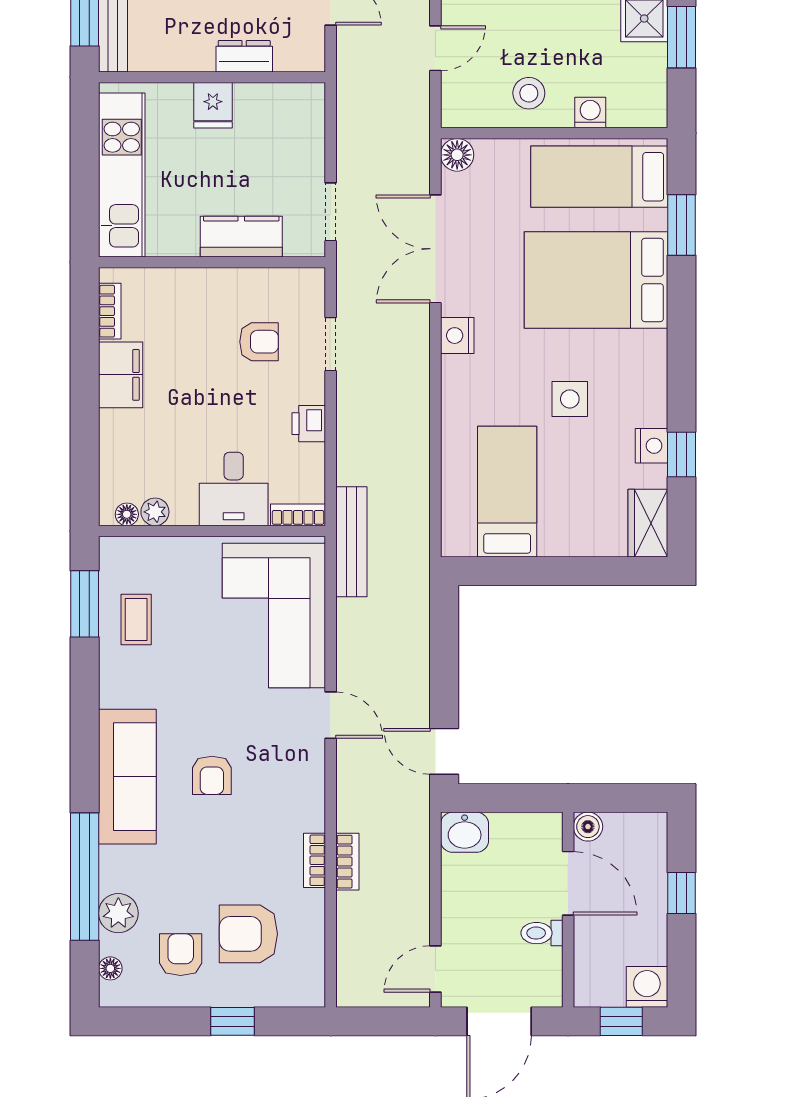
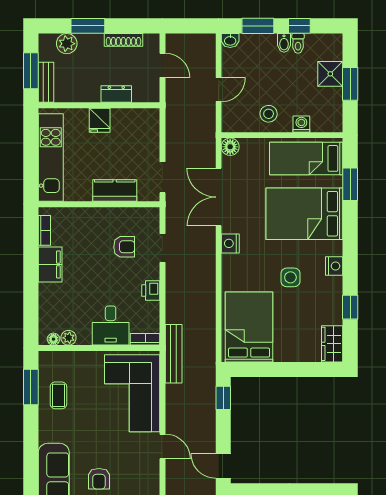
nightstand: (651, 446) -> (334, 266), moved
bed: (507, 492) -> (249, 327), width x1.50
window: (444, 624) -> (223, 398), added

